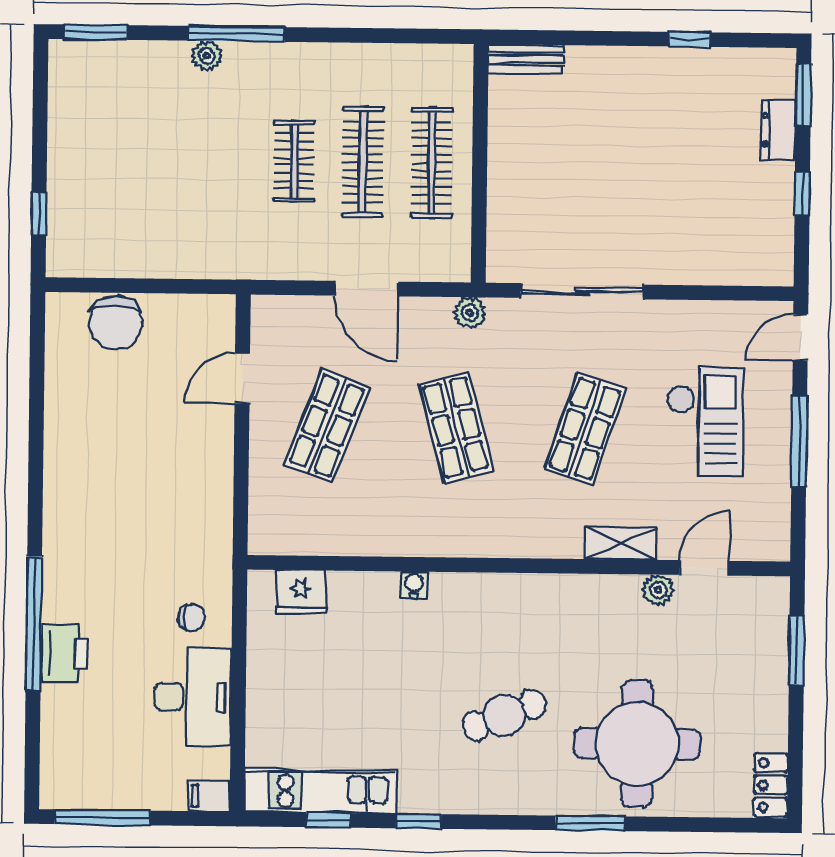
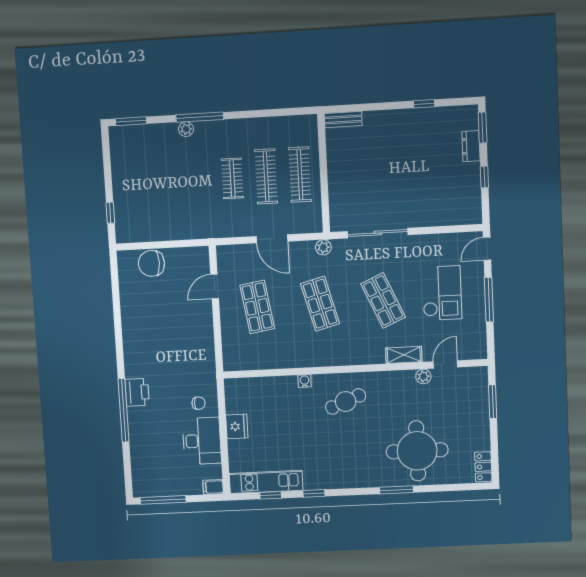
chair: (115, 323) -> (151, 263), turned 90
shop shelf: (327, 426) -> (257, 307), turned -30
shop shelf: (585, 429) -> (383, 300), turned -42
fridge: (301, 592) -> (237, 426), moved, turned -90
printer: (64, 653) -> (137, 392), moved
cafe table: (504, 715) -> (346, 401), moved

